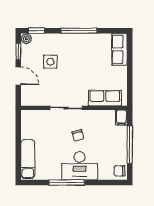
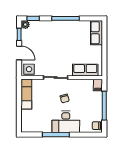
side table: (50, 62) -> (29, 69), moved
exam couch: (28, 159) -> (26, 94), moved

